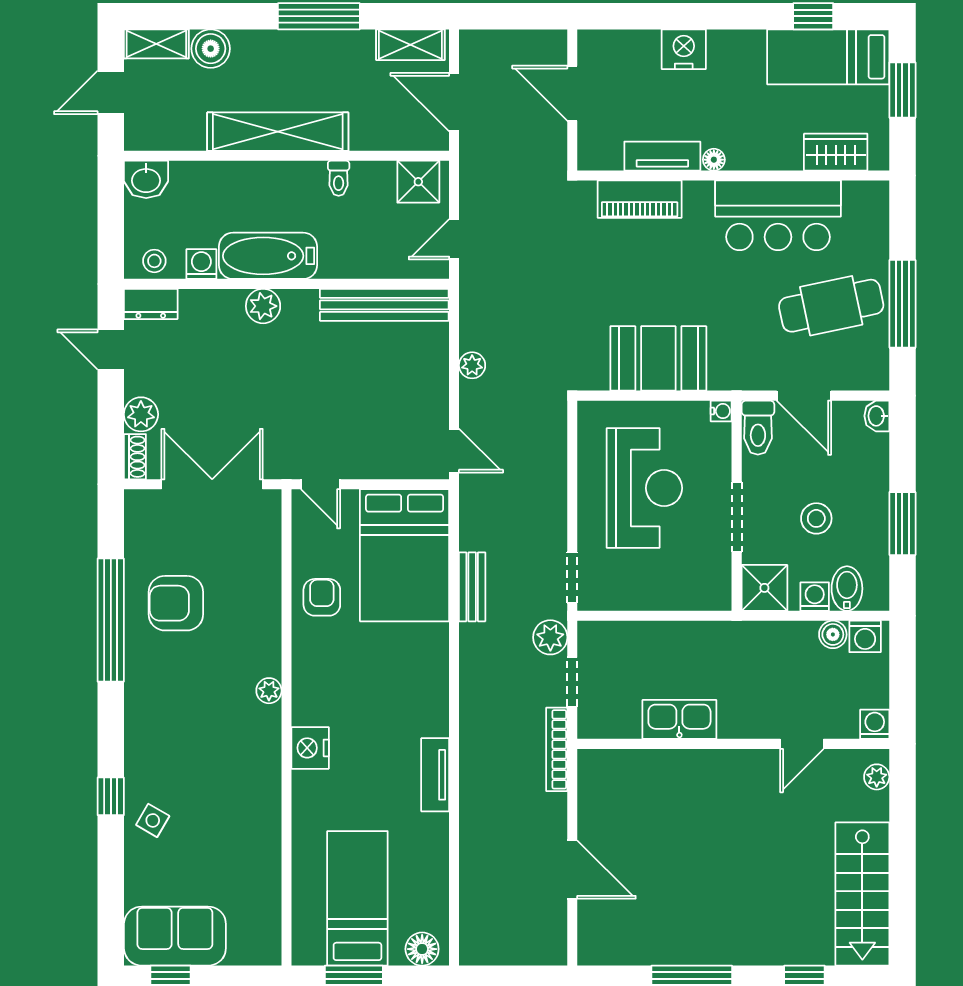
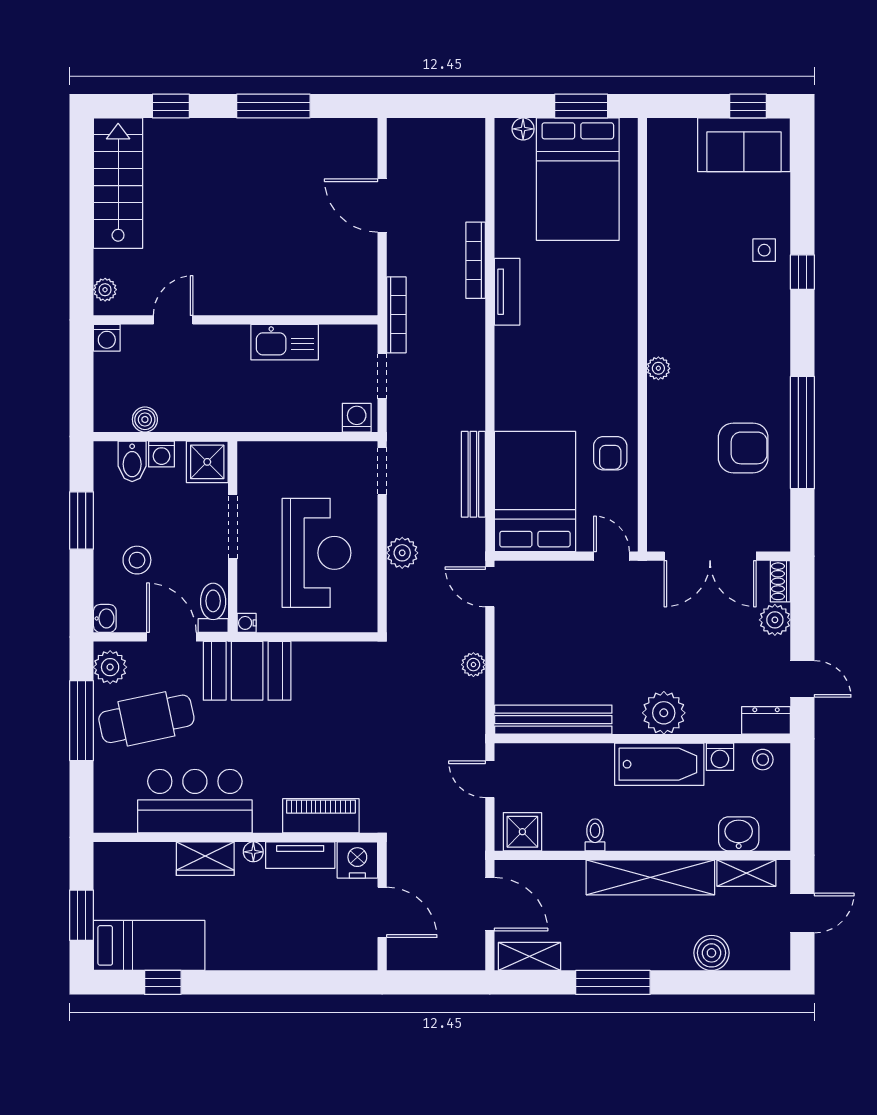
shelving: (156, 44) -> (746, 873), moved
nightstand: (684, 49) -> (357, 860), moved, turned 180
wardrobe: (836, 152) -> (205, 859), moved
washbasin: (146, 179) -> (739, 834), moved
door: (454, 239) -> (490, 779), swing flipped
plant: (263, 306) -> (664, 713), width x1.36, depth x1.36
booth: (658, 358) -> (247, 671), moved
plant: (871, 362) -> (110, 667), added
reception desk: (644, 488) -> (316, 553), turned 180
stool: (816, 518) -> (137, 560), moved
bench: (472, 587) -> (473, 474), width x1.36
washing machine: (865, 636) -> (357, 418), moved
plant: (550, 637) -> (402, 553), moved
nightstand: (310, 748) -> (621, 316), removed
bookcase: (470, 809) -> (476, 260), added
side table: (153, 820) -> (764, 250), turned -30
bed: (357, 898) -> (578, 179), width x1.50
floor lamp: (422, 949) -> (523, 129), width x0.73, depth x0.73

